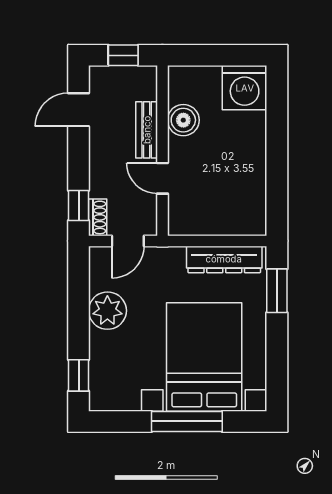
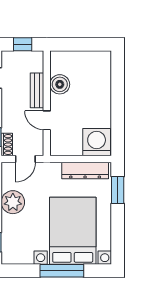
washing machine: (245, 88) -> (97, 142), moved, turned 180

